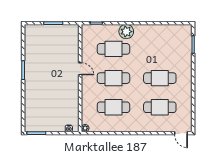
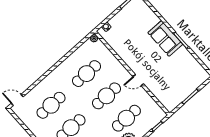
sofa: (33, 82) -> (165, 38), added

